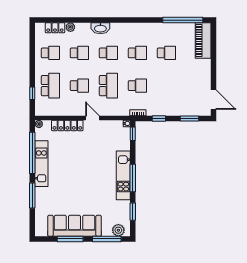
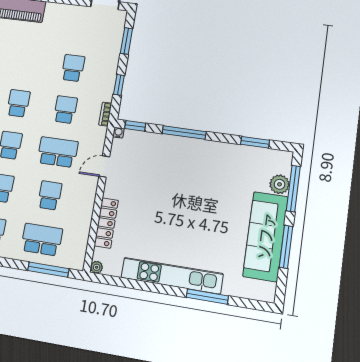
school desk: (166, 53) -> (73, 68), moved
window: (32, 93) -> (48, 270), width x2.17
door: (92, 118) -> (104, 166), moved
window: (32, 153) -> (139, 285), removed
kitchen unit: (41, 164) -> (172, 276), width x1.36
kitchen unit: (123, 175) -> (196, 149), removed
window: (133, 178) -> (184, 133), moved
plant: (118, 230) -> (279, 184), moved

